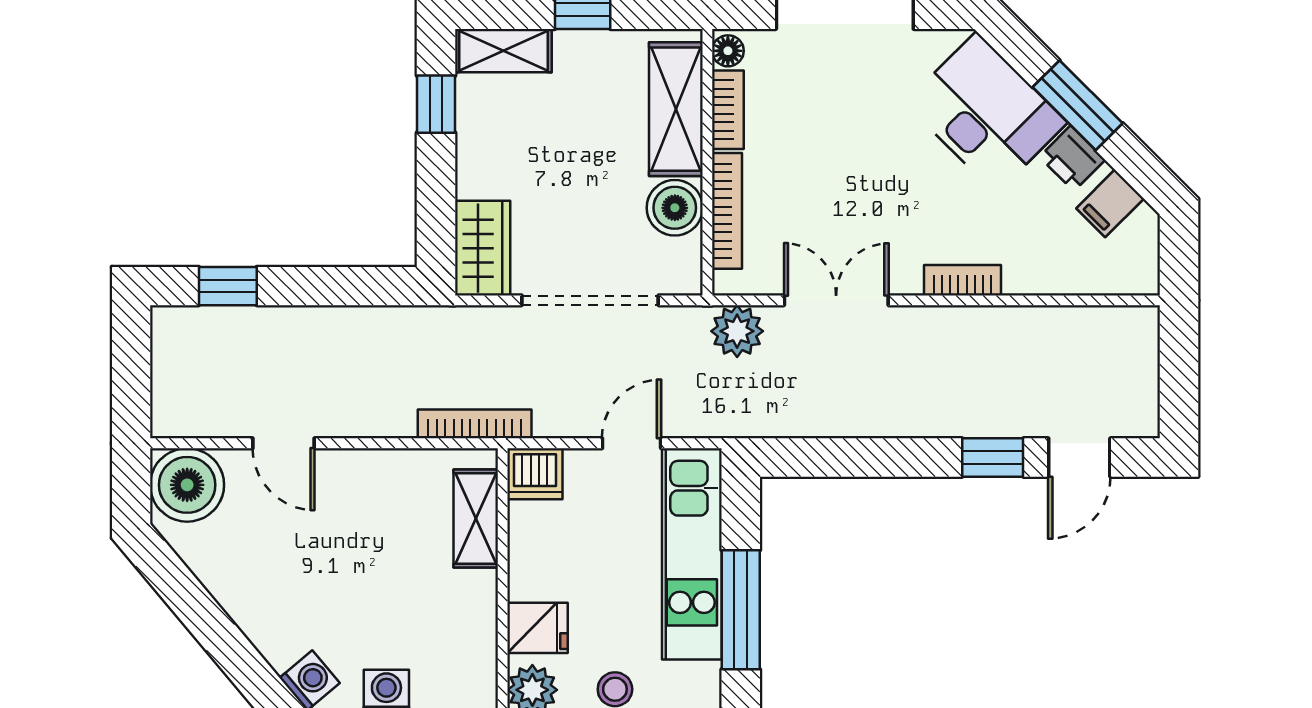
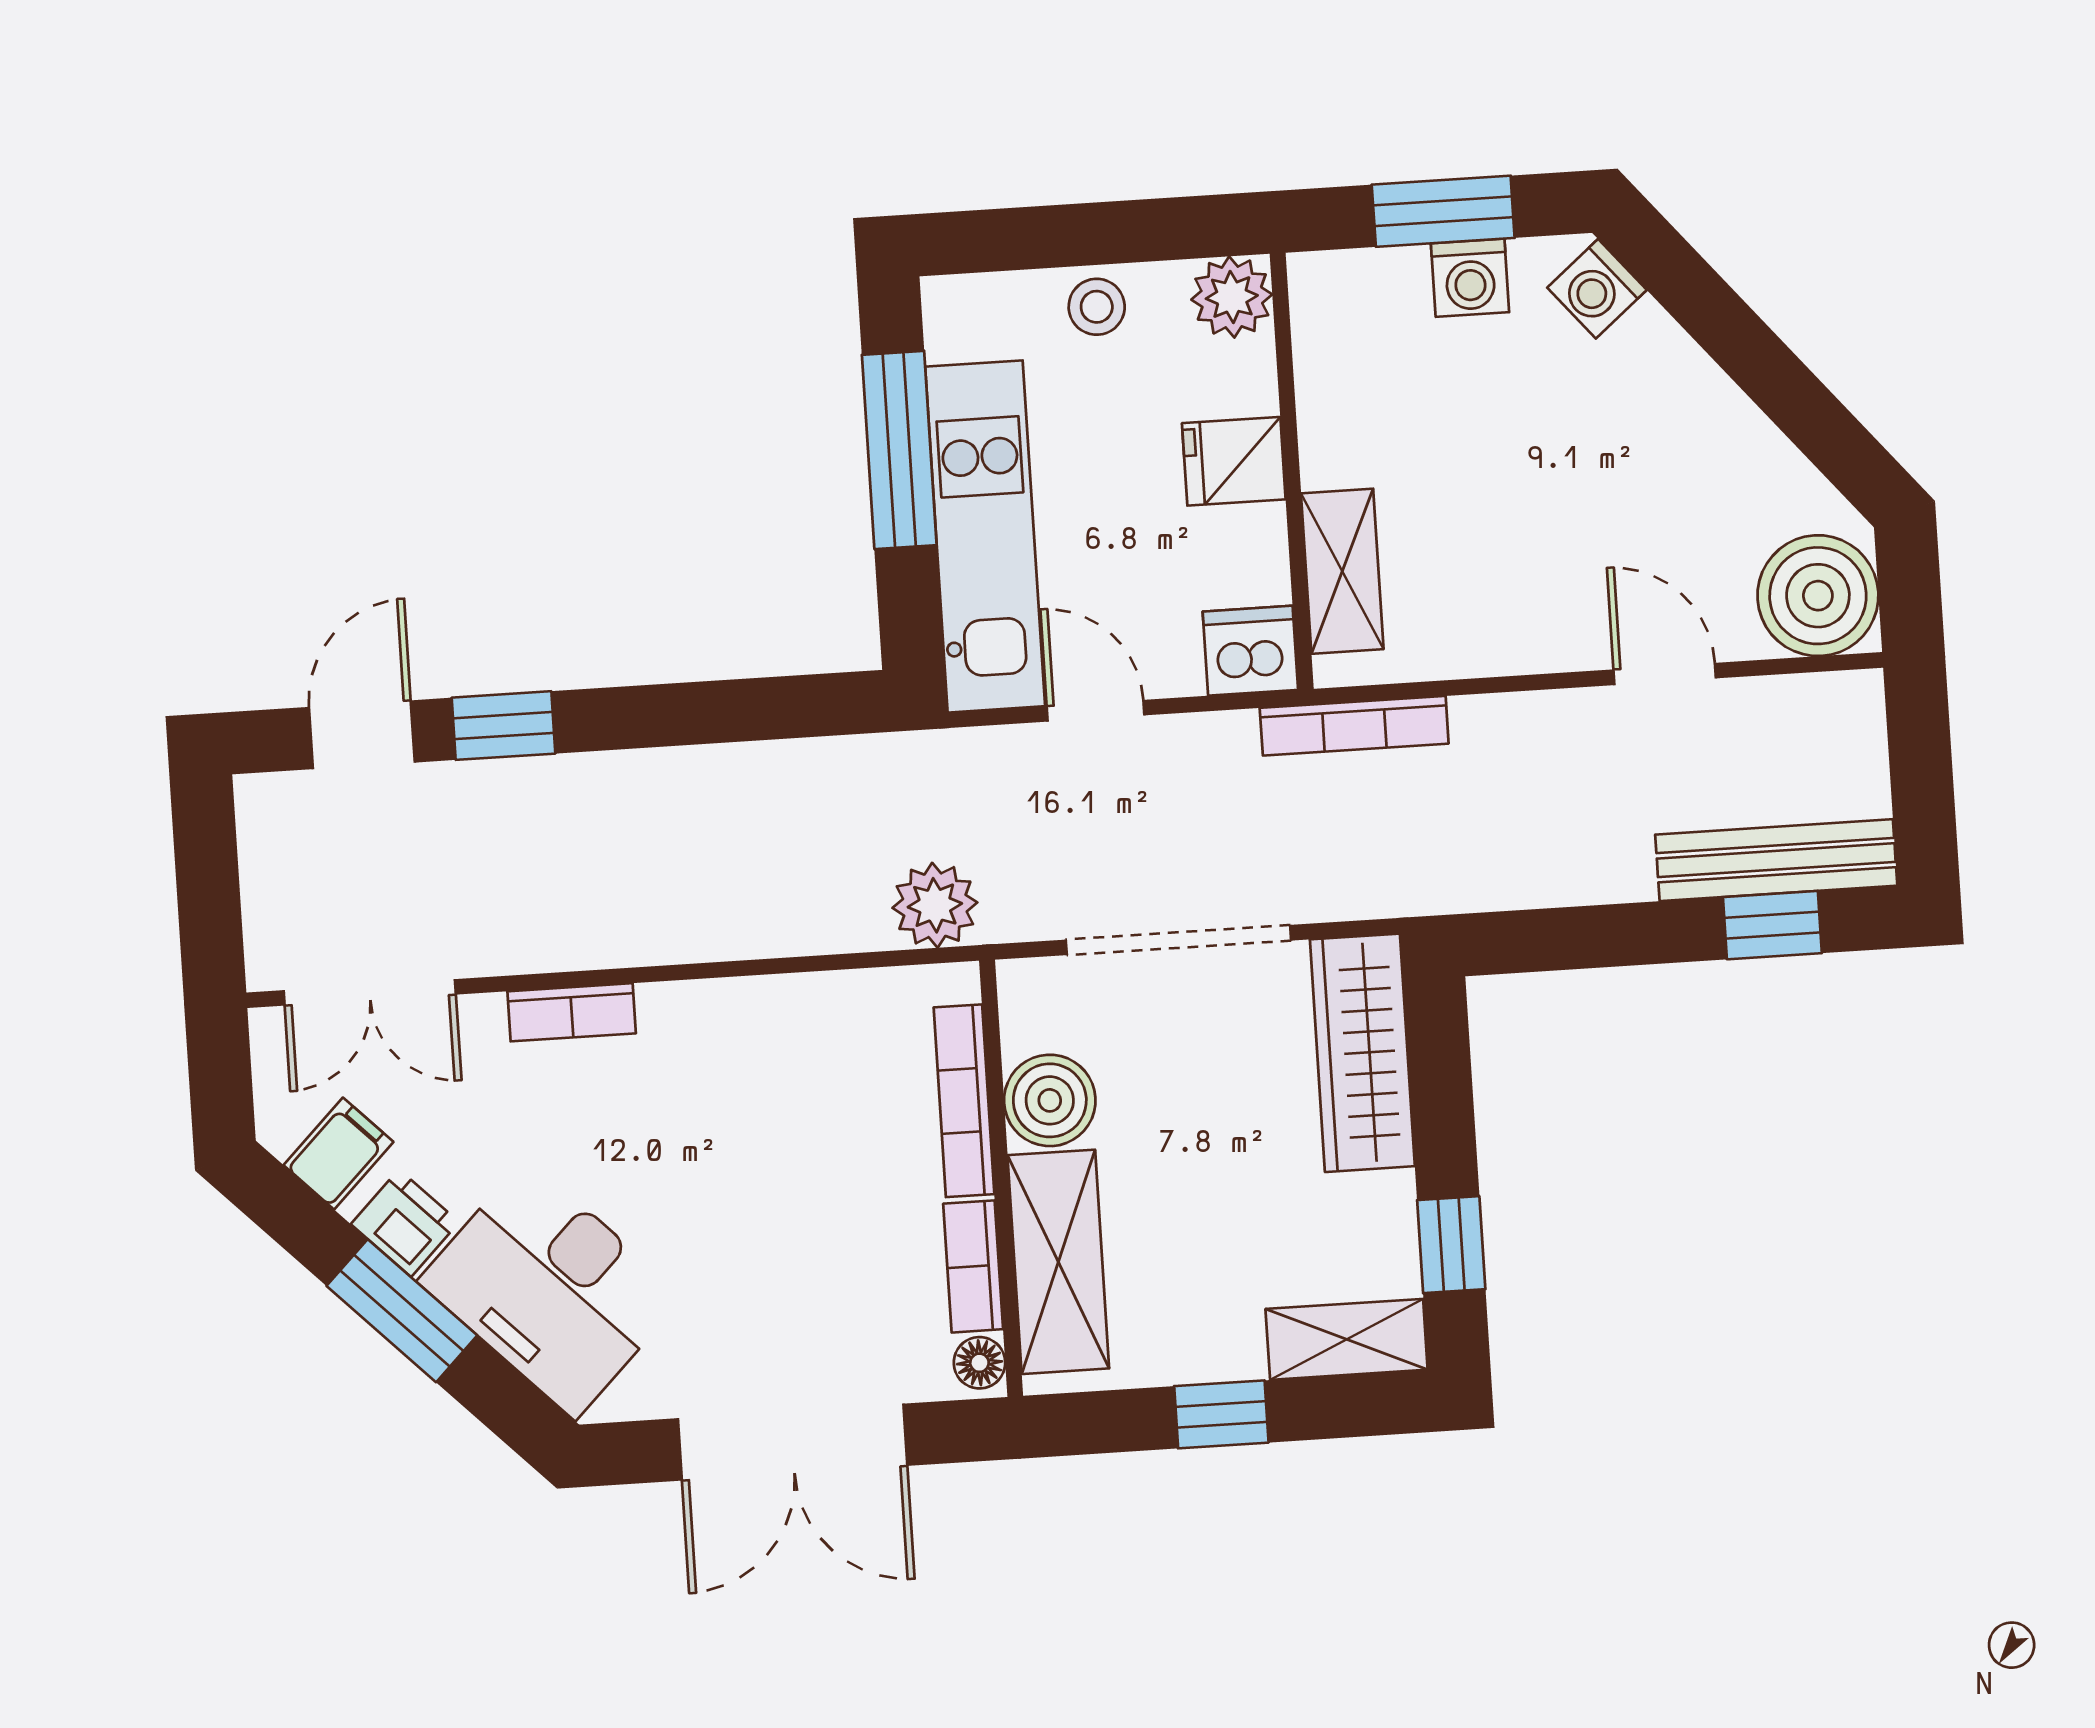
wardrobe: (483, 248) -> (1362, 1053), width x1.50
double door: (836, 300) -> (370, 992), moved
bench: (223, 325) -> (1776, 860), added
door: (632, 443) -> (1096, 711), swing flipped
fridge: (538, 628) -> (1234, 461), moved

